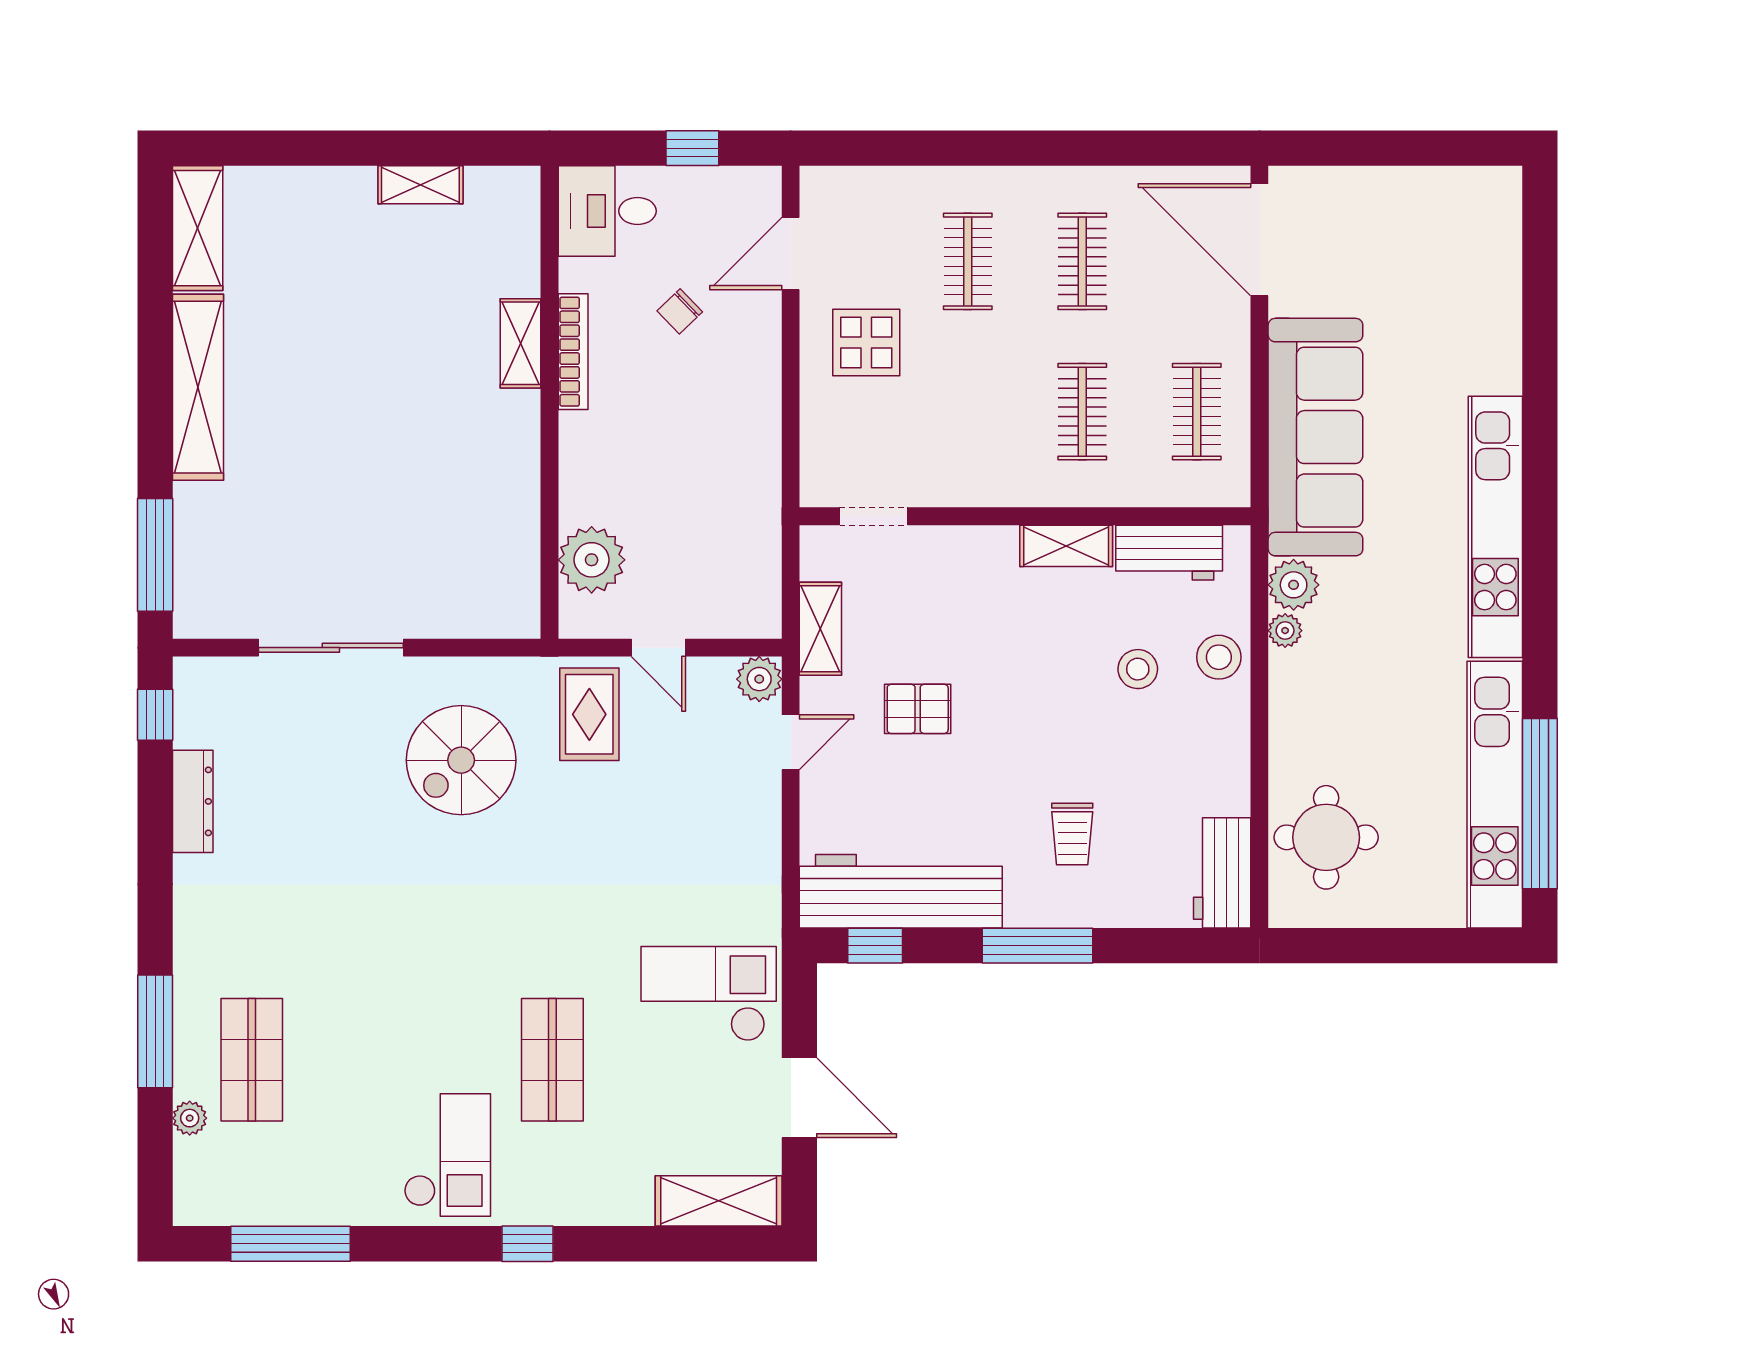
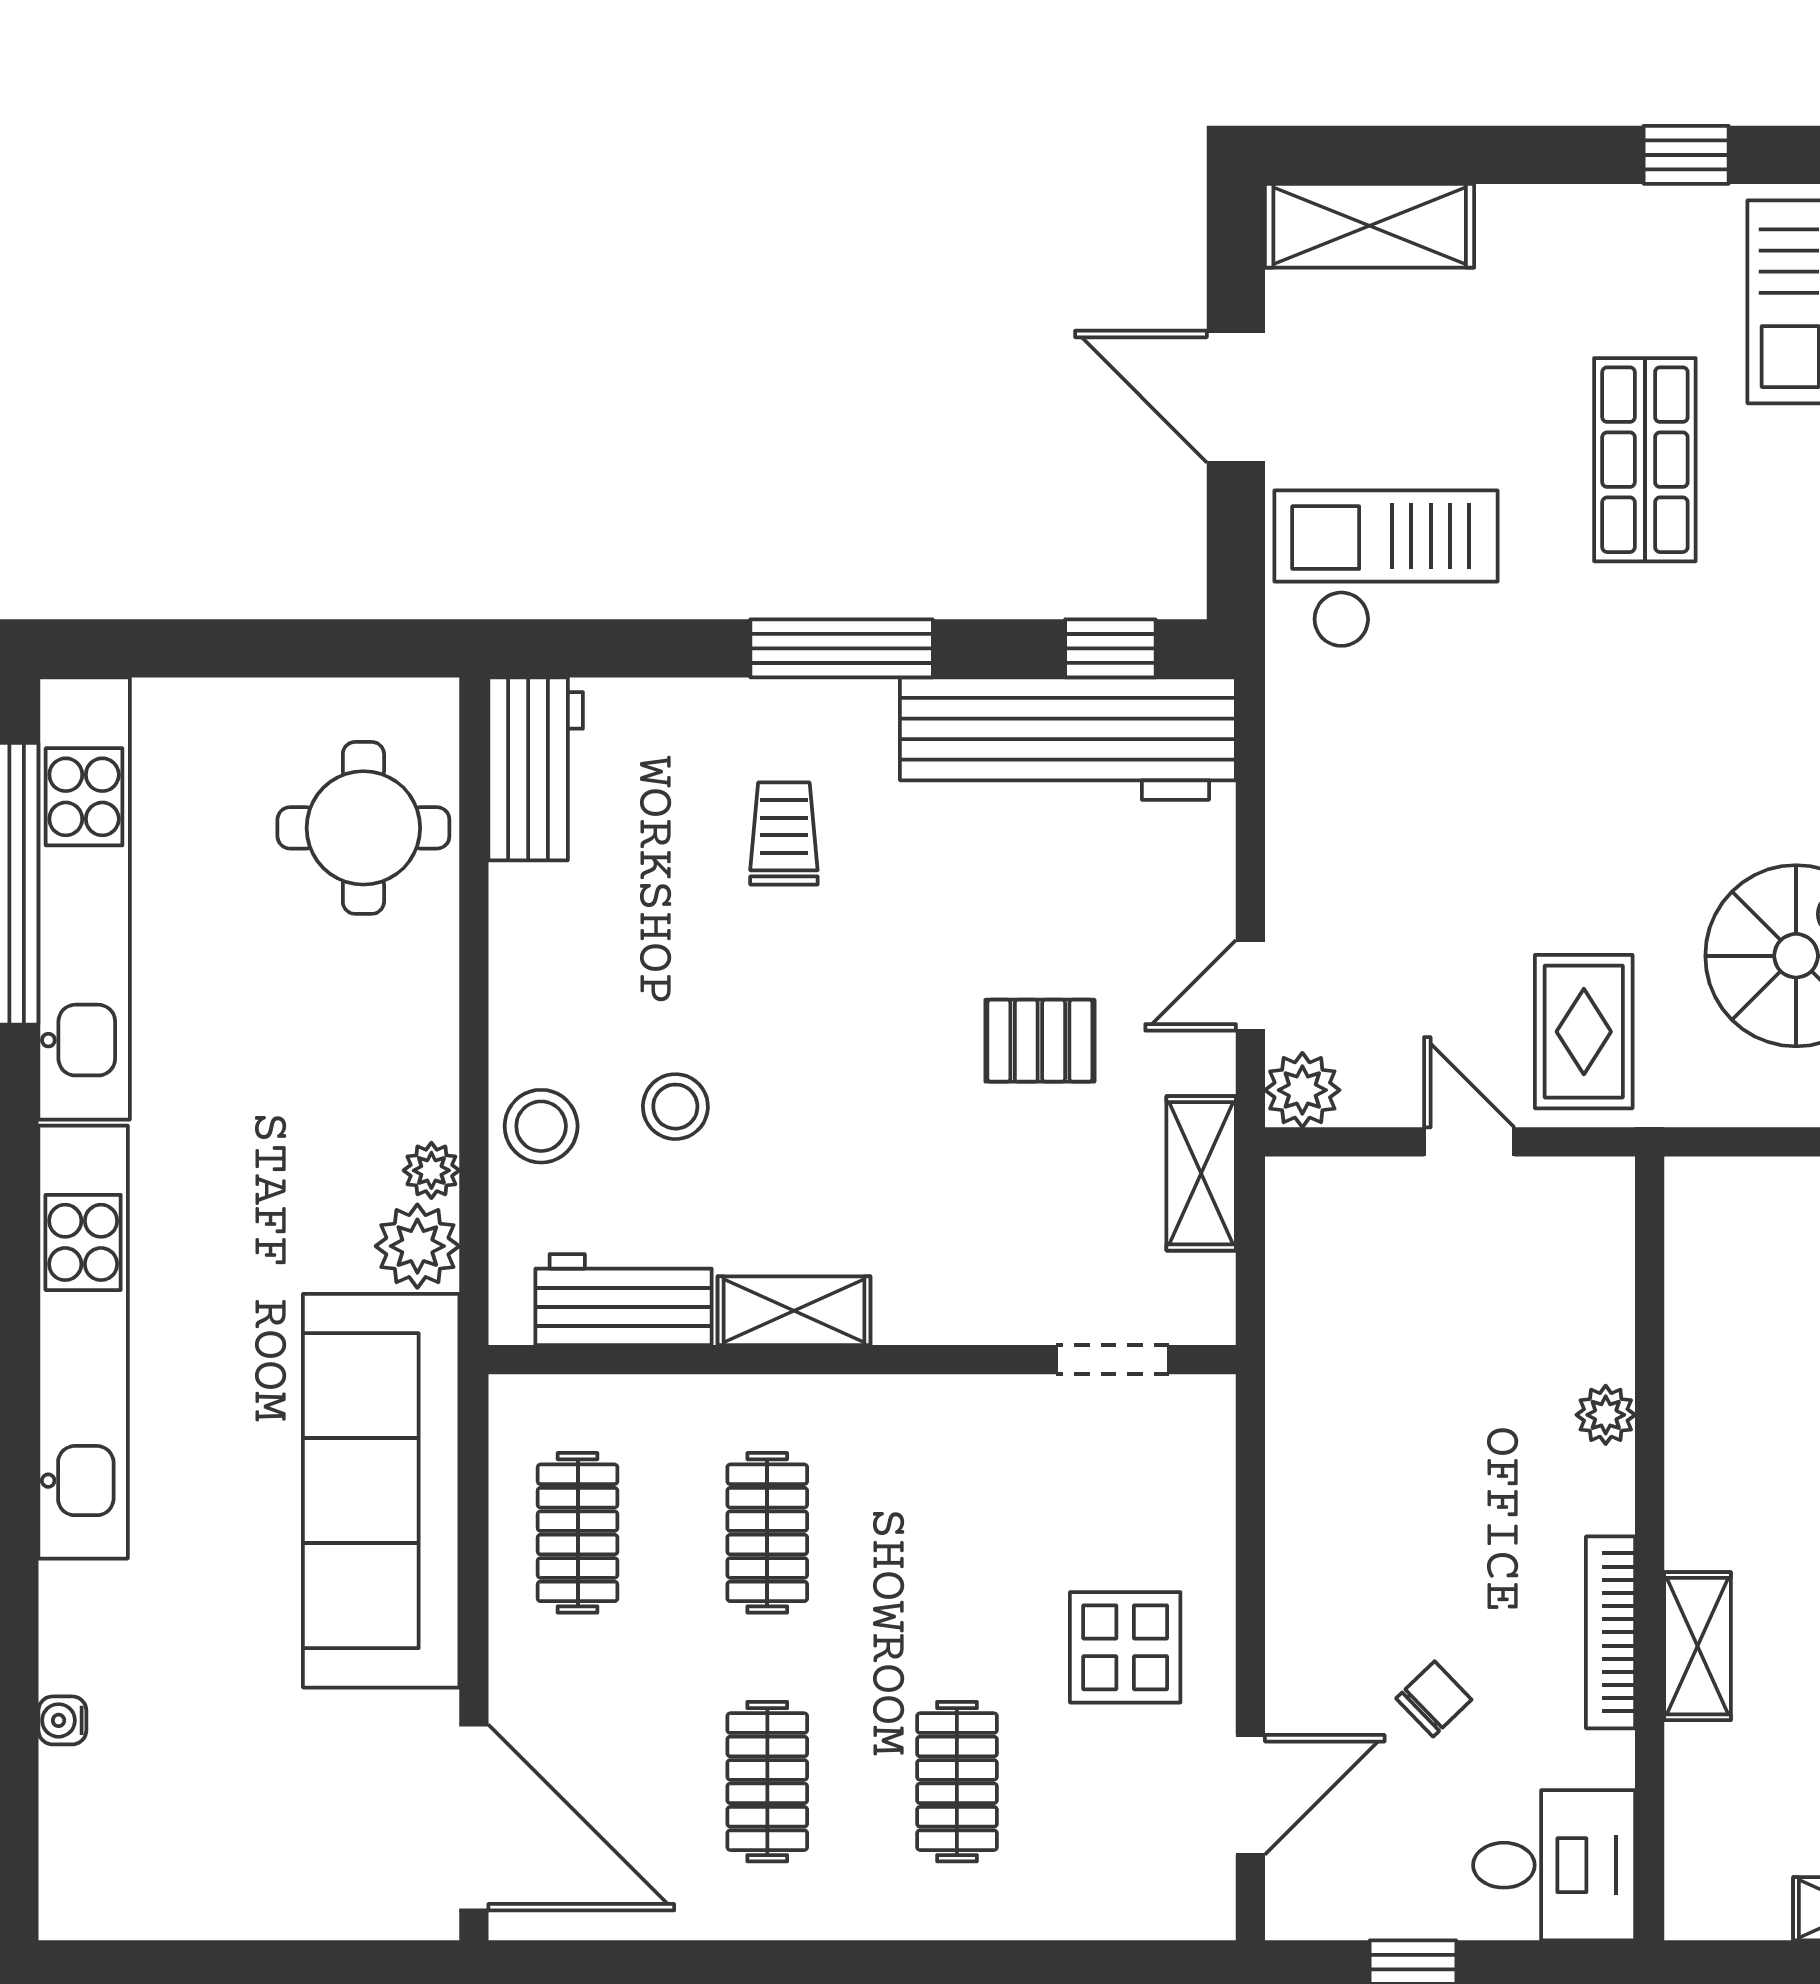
water cooler: (1508, 298) -> (62, 1720), added
plant: (592, 560) -> (1606, 1415), moved, width x0.53, depth x0.53
checkout: (709, 994) -> (1386, 569), turned 180

